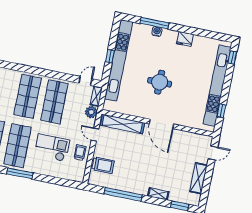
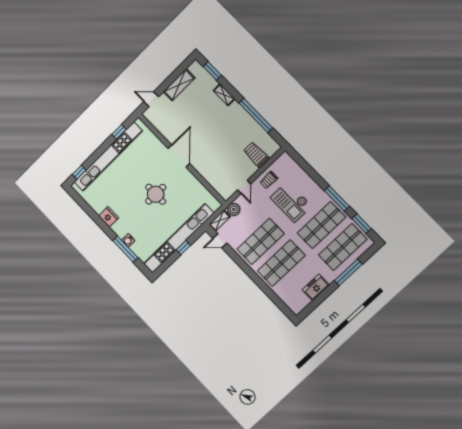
shelving: (122, 124) -> (213, 180), removed

